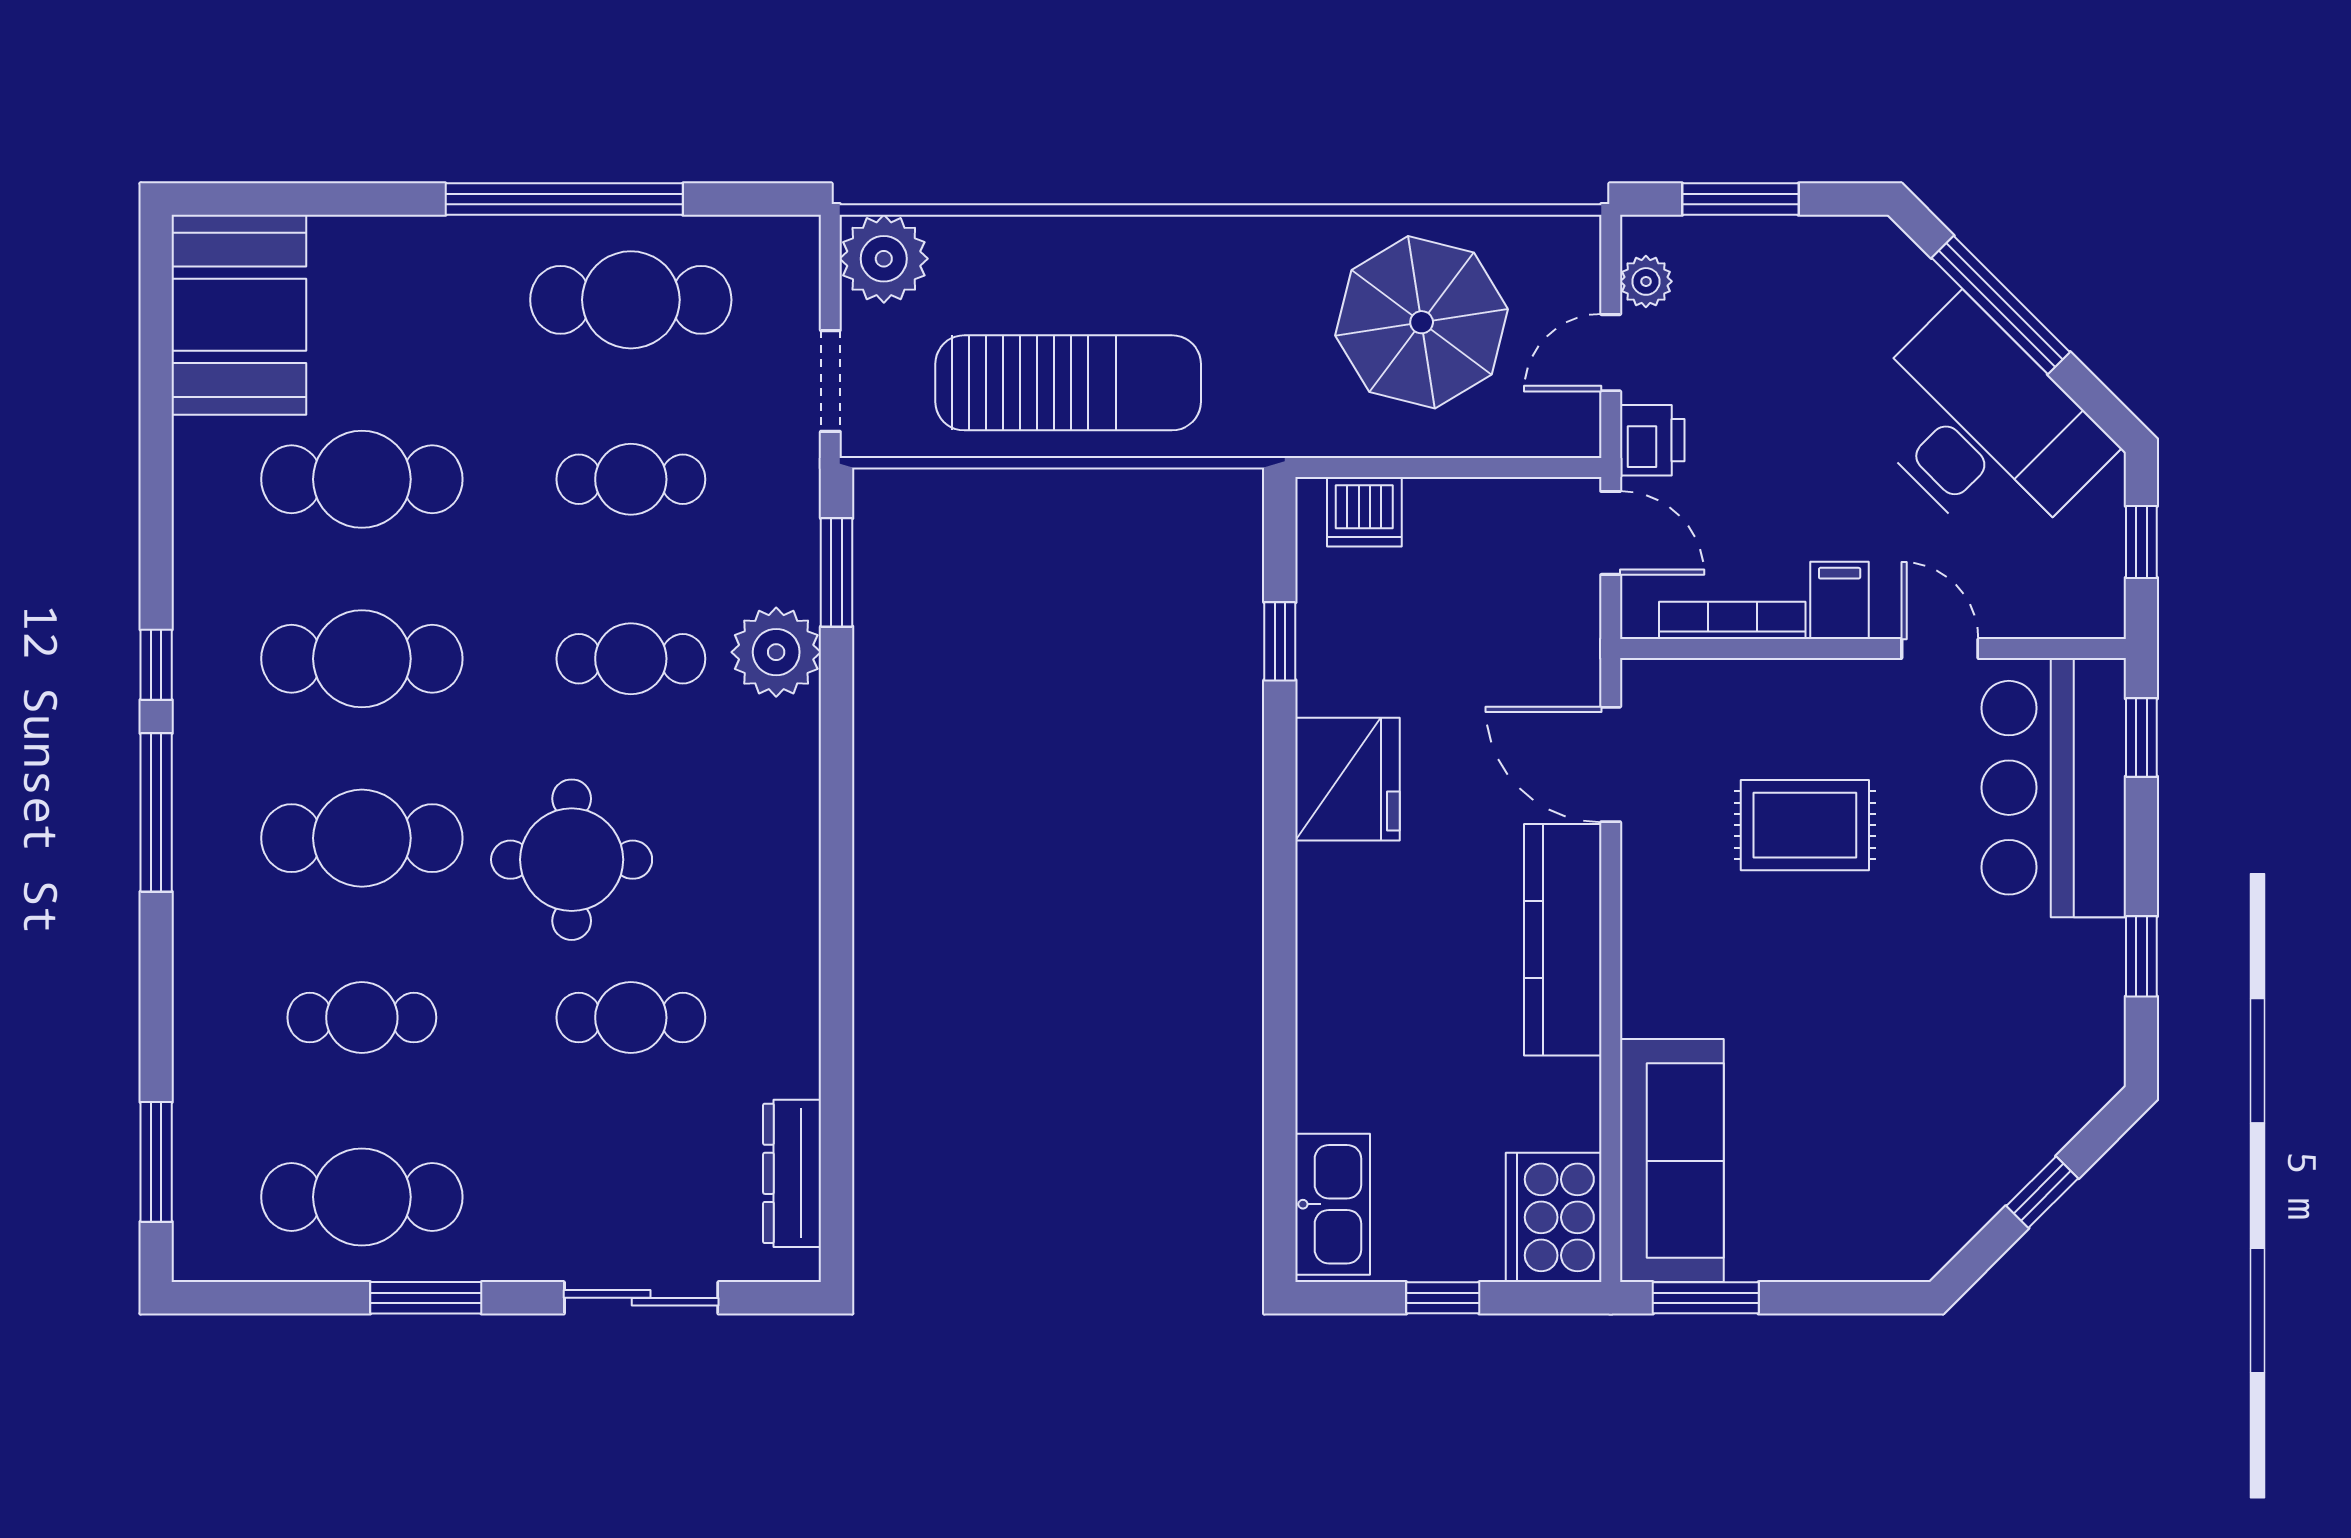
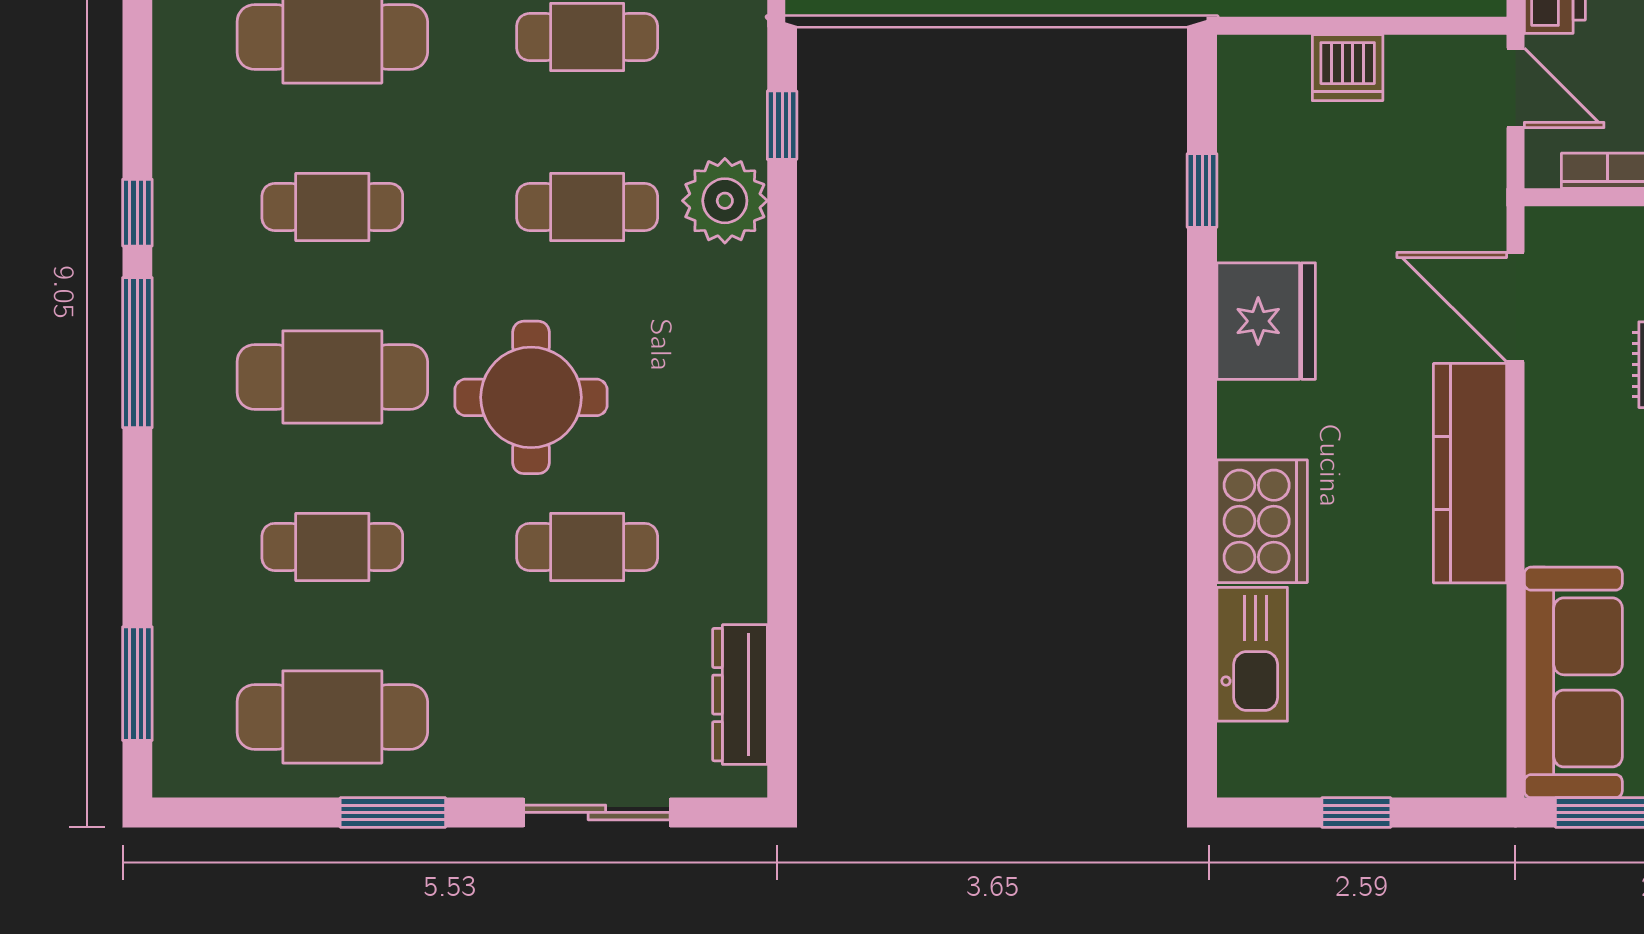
dishwasher: (1364, 512) -> (1348, 68), moved
window: (837, 572) -> (782, 125), width x0.67
cafe table: (362, 659) -> (332, 207), width x0.73, depth x0.74
kitchen sink: (1333, 1204) -> (1252, 654), moved
cooker: (1554, 1217) -> (1262, 521), moved, turned 180

